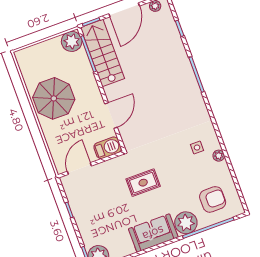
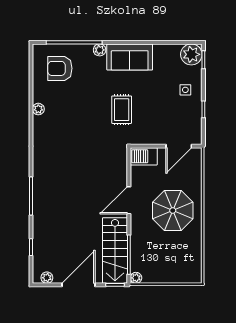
plant: (72, 41) -> (136, 278), width x0.53, depth x0.53
parasol: (54, 98) -> (173, 210), moved
door: (111, 116) -> (129, 200), moved
side table: (197, 148) -> (185, 90), moved
rug: (143, 183) -> (122, 110), turned 90
plant: (186, 223) -> (100, 50), width x0.53, depth x0.53

